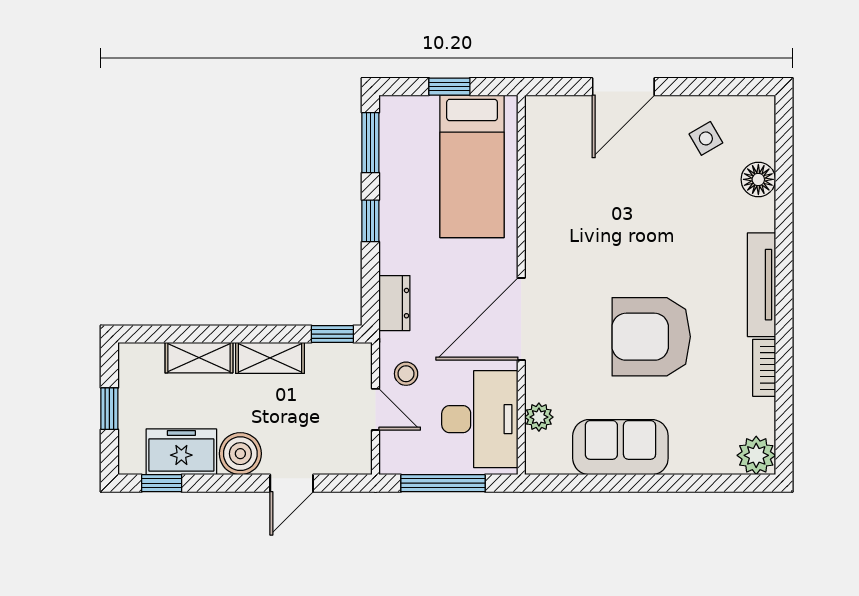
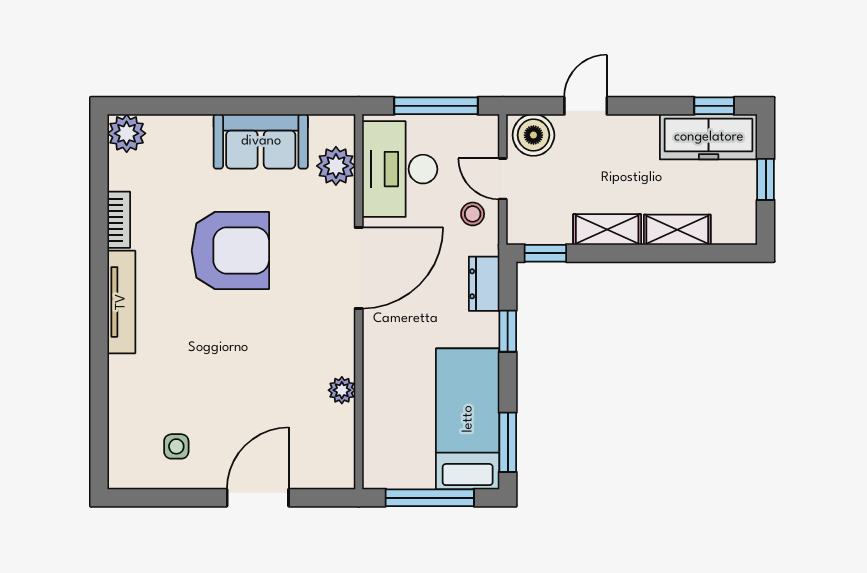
window: (449, 87) -> (430, 498), width x2.17
side table: (706, 138) -> (176, 446), turned 30
bed: (472, 166) -> (468, 419), moved
floor lamp: (758, 179) -> (124, 406), removed
plant: (538, 195) -> (342, 390), added
window: (370, 221) -> (508, 331), moved
plant: (539, 417) -> (336, 166), width x1.38, depth x1.38
freezer: (181, 452) -> (709, 137), width x1.40
boiler: (240, 454) -> (533, 135), moved

